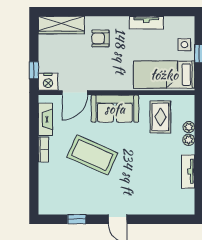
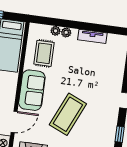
door: (75, 93) -> (14, 122), hinge flipped
rug: (160, 117) -> (44, 53), turned 90

